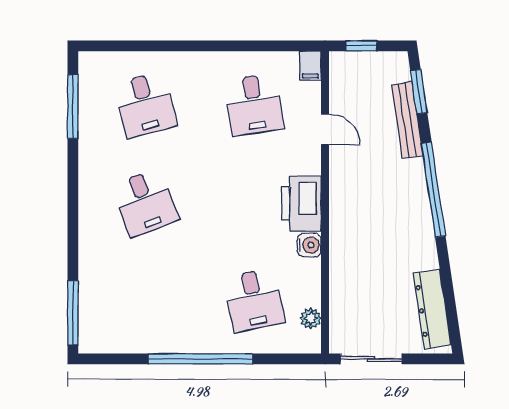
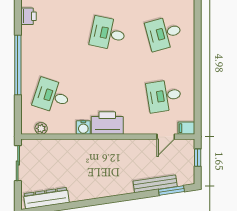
door: (325, 129) -> (166, 137), moved
window: (433, 190) -> (115, 199), removed
desk: (145, 202) -> (108, 33), turned 33
desk: (254, 300) -> (52, 96), turned 30
printer: (115, 340) -> (29, 16), added

